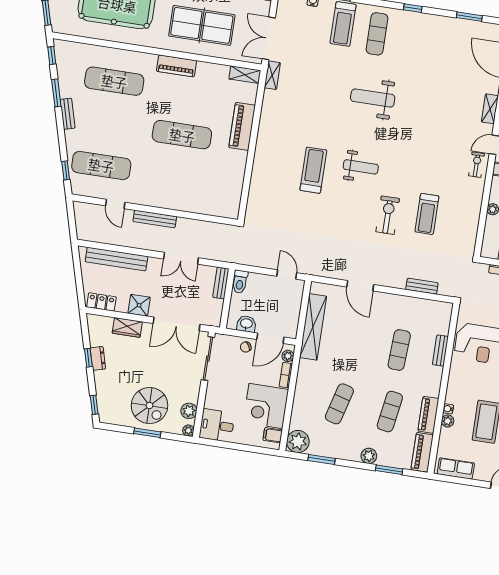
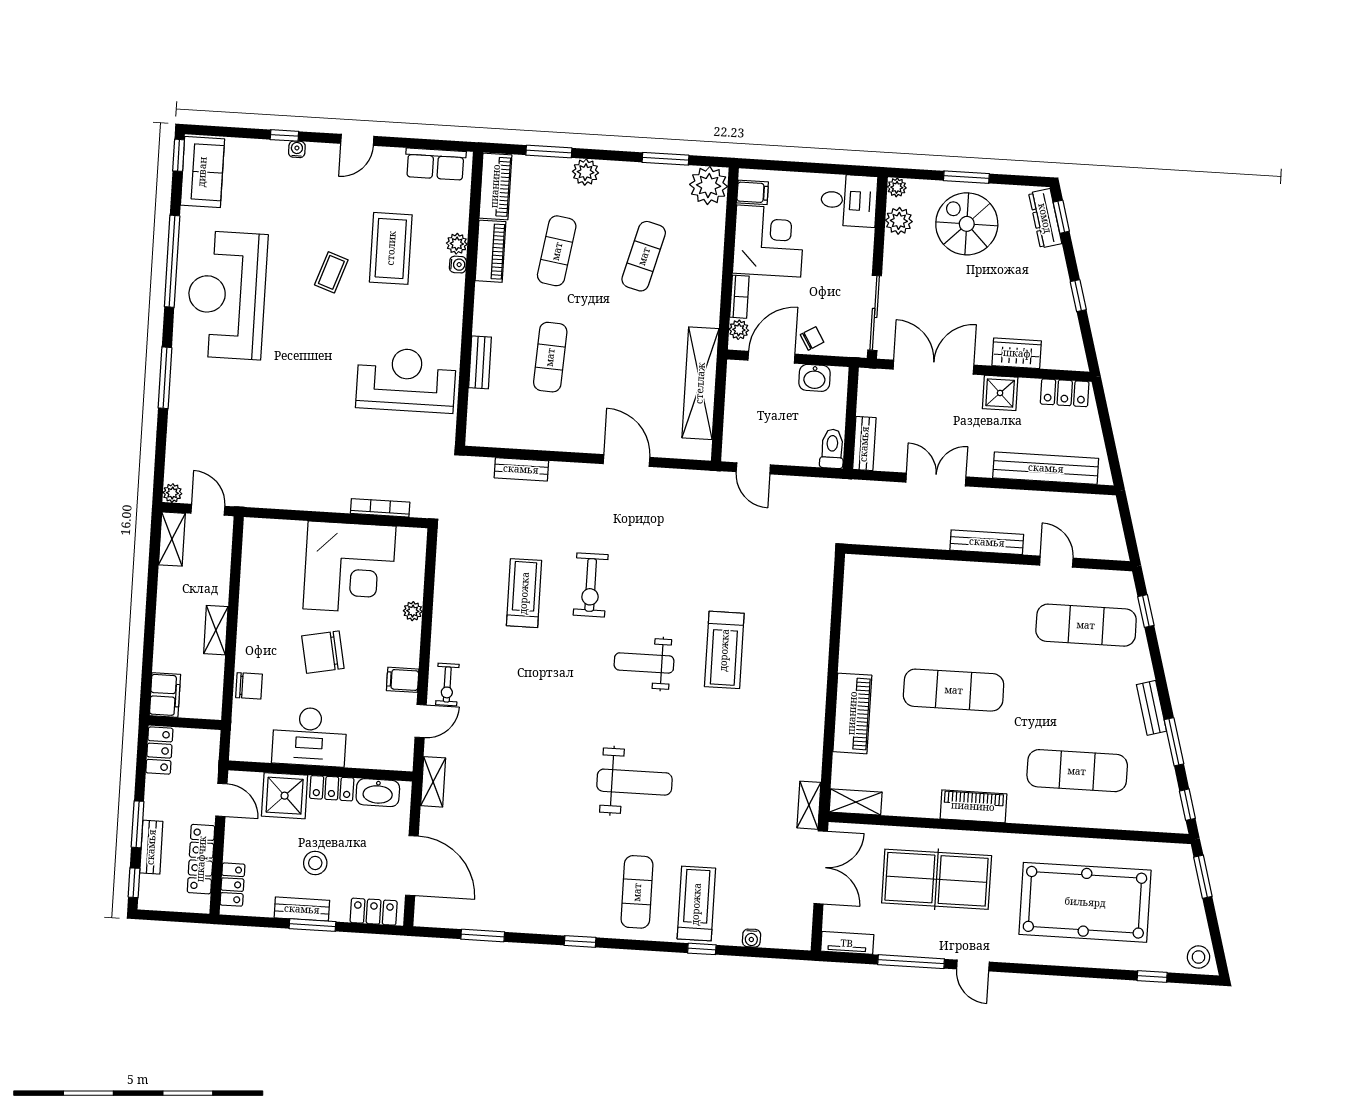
dresser: (98, 358) -> (1045, 218), moved, width x1.44

